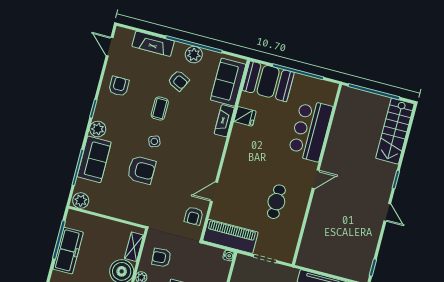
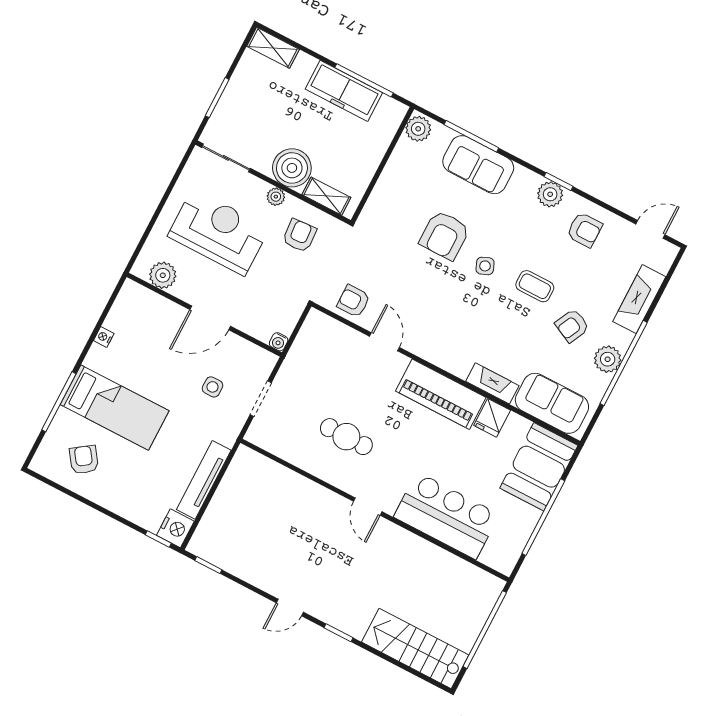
plant: (98, 129) -> (550, 194), moved
piano: (230, 236) -> (441, 394), moved, turned 90

